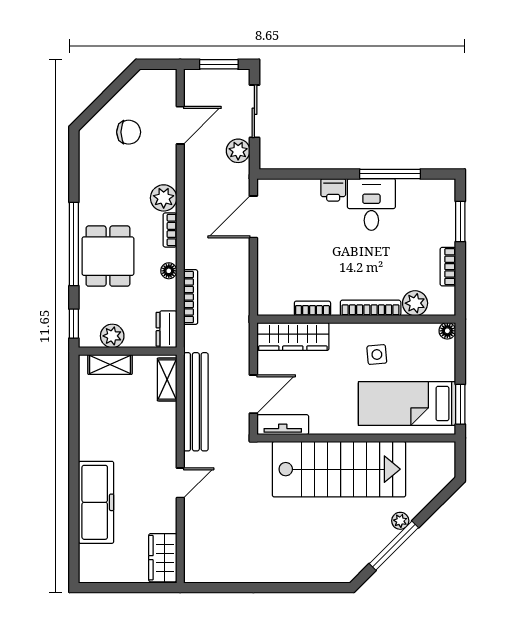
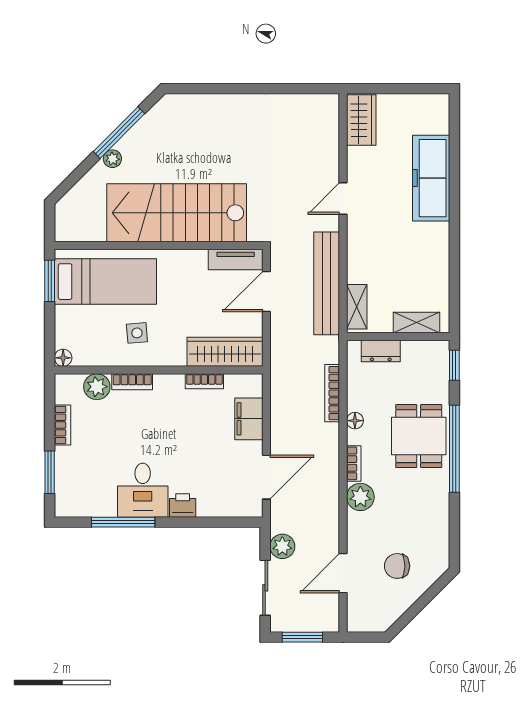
filing cabinet: (270, 273) -> (249, 419), added
bookcase: (371, 308) -> (132, 382), width x0.64
dresser: (166, 329) -> (381, 351), moved, turned 90
plant: (112, 336) -> (414, 352), removed

